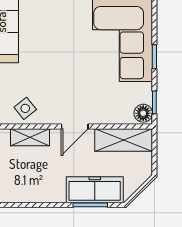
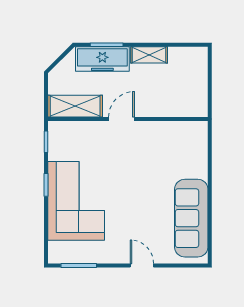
side table: (25, 108) -> (168, 136), removed
floor lamp: (143, 113) -> (57, 131), removed
shelving: (30, 137) -> (149, 55), moved

